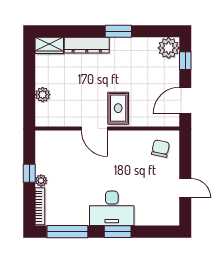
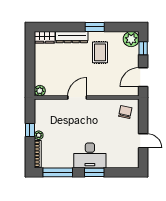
plant: (43, 95) -> (40, 91), moved
rug: (118, 108) -> (100, 52), moved
door: (94, 129) -> (77, 97), swing flipped

